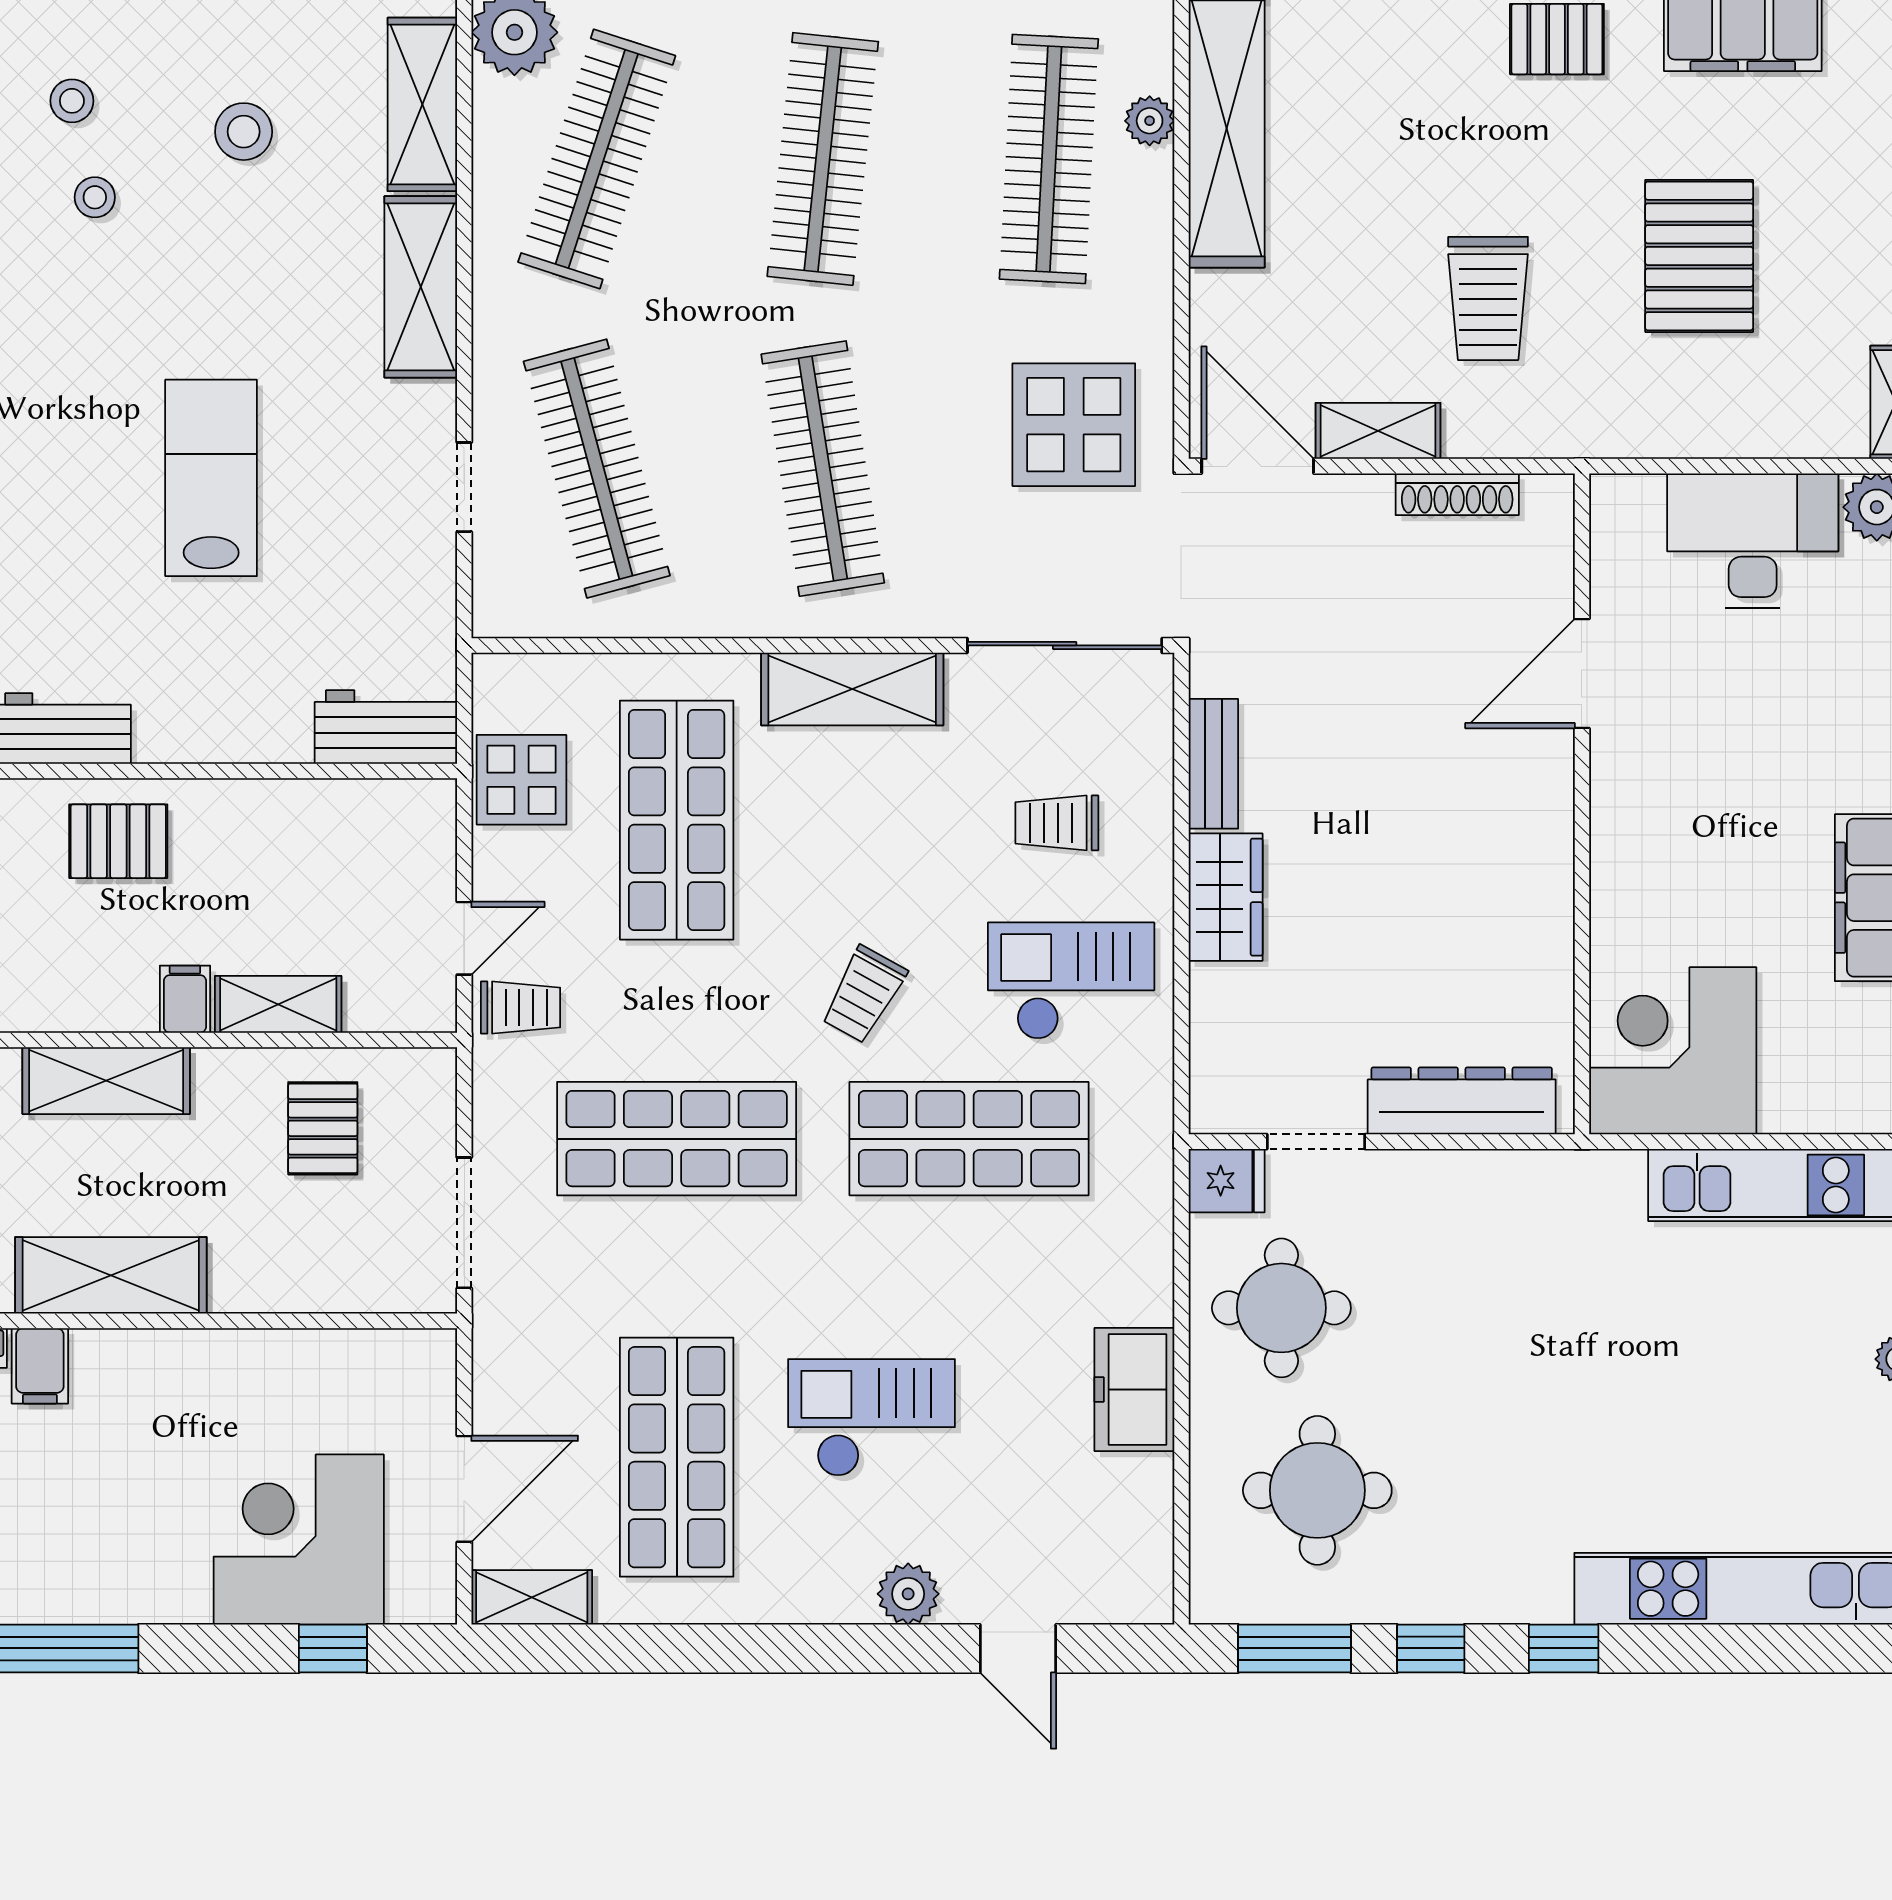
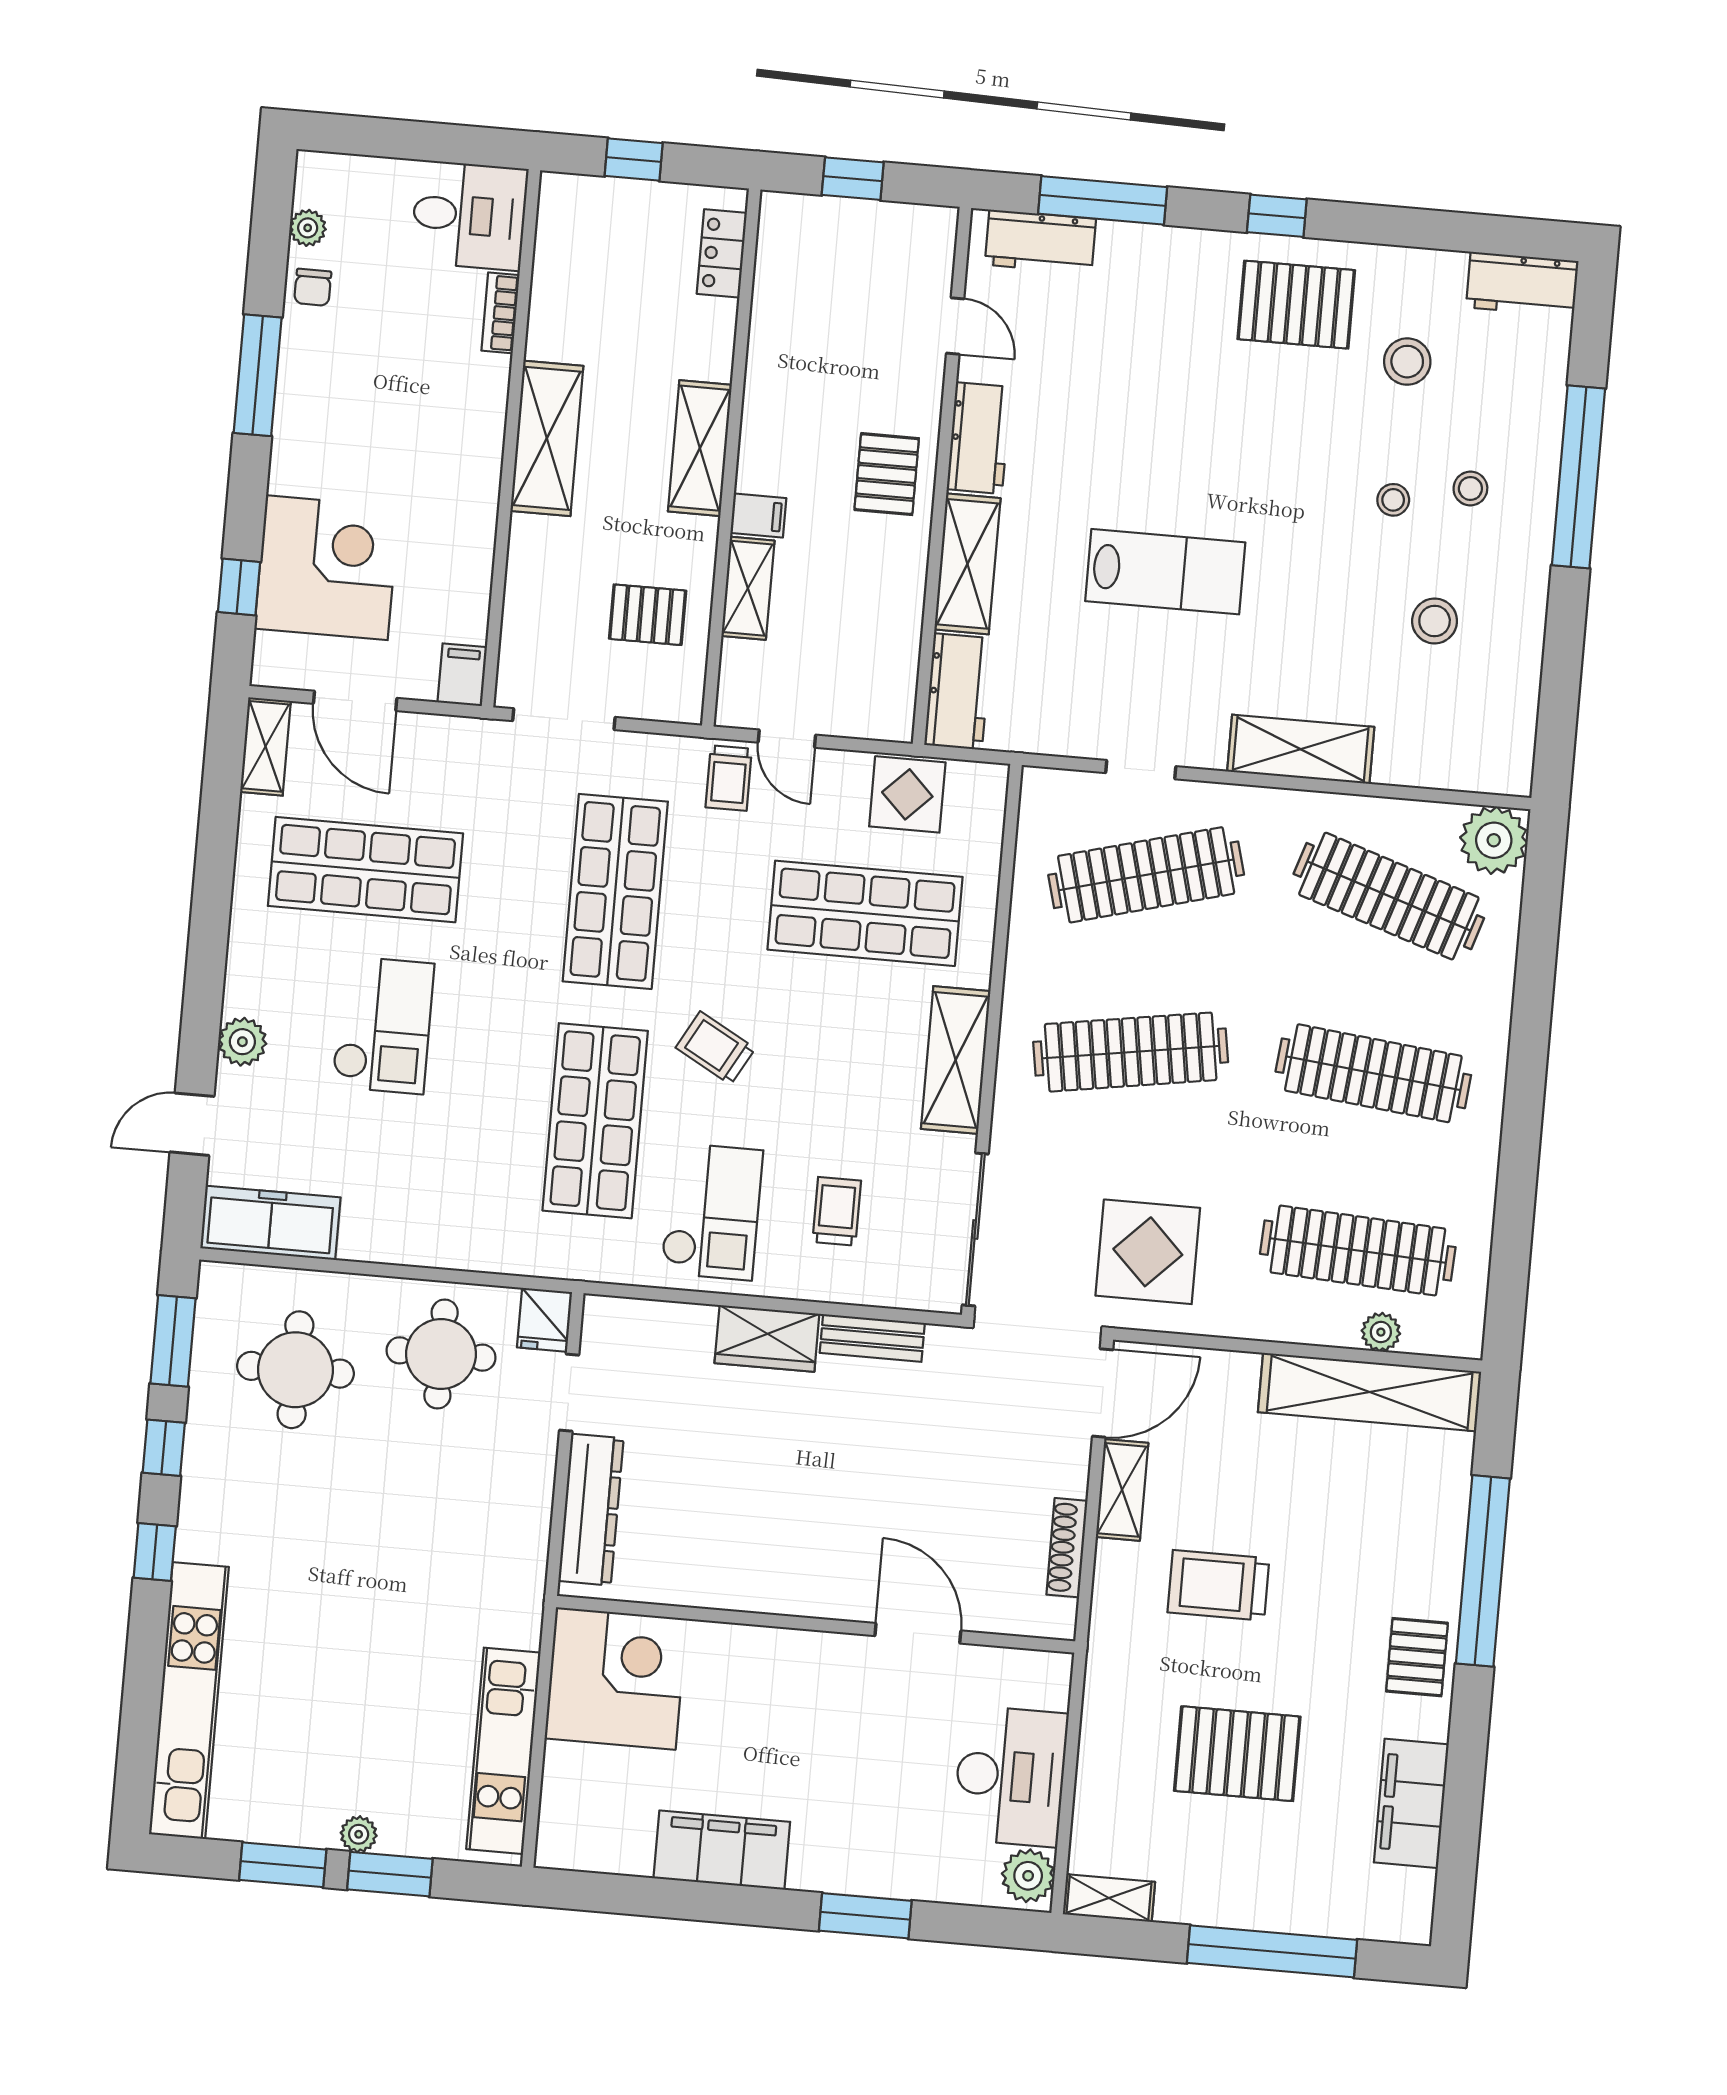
shelving: (422, 104) -> (967, 564), moved, turned 90
filing cabinet: (40, 1366) -> (462, 675), moved, turned 90
freezer: (1134, 1390) -> (270, 1223), moved, width x1.40

